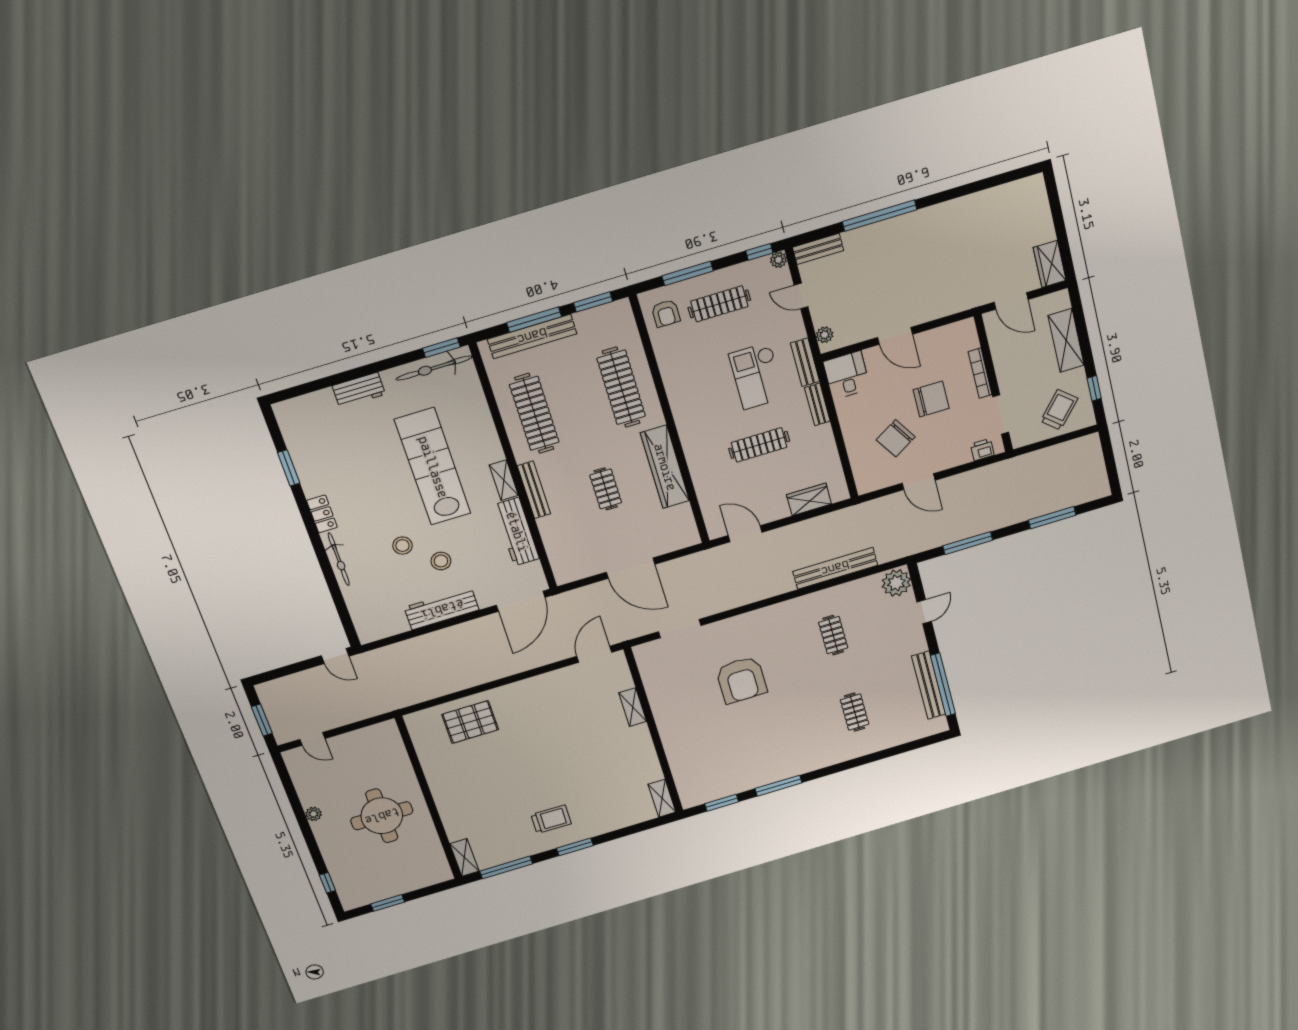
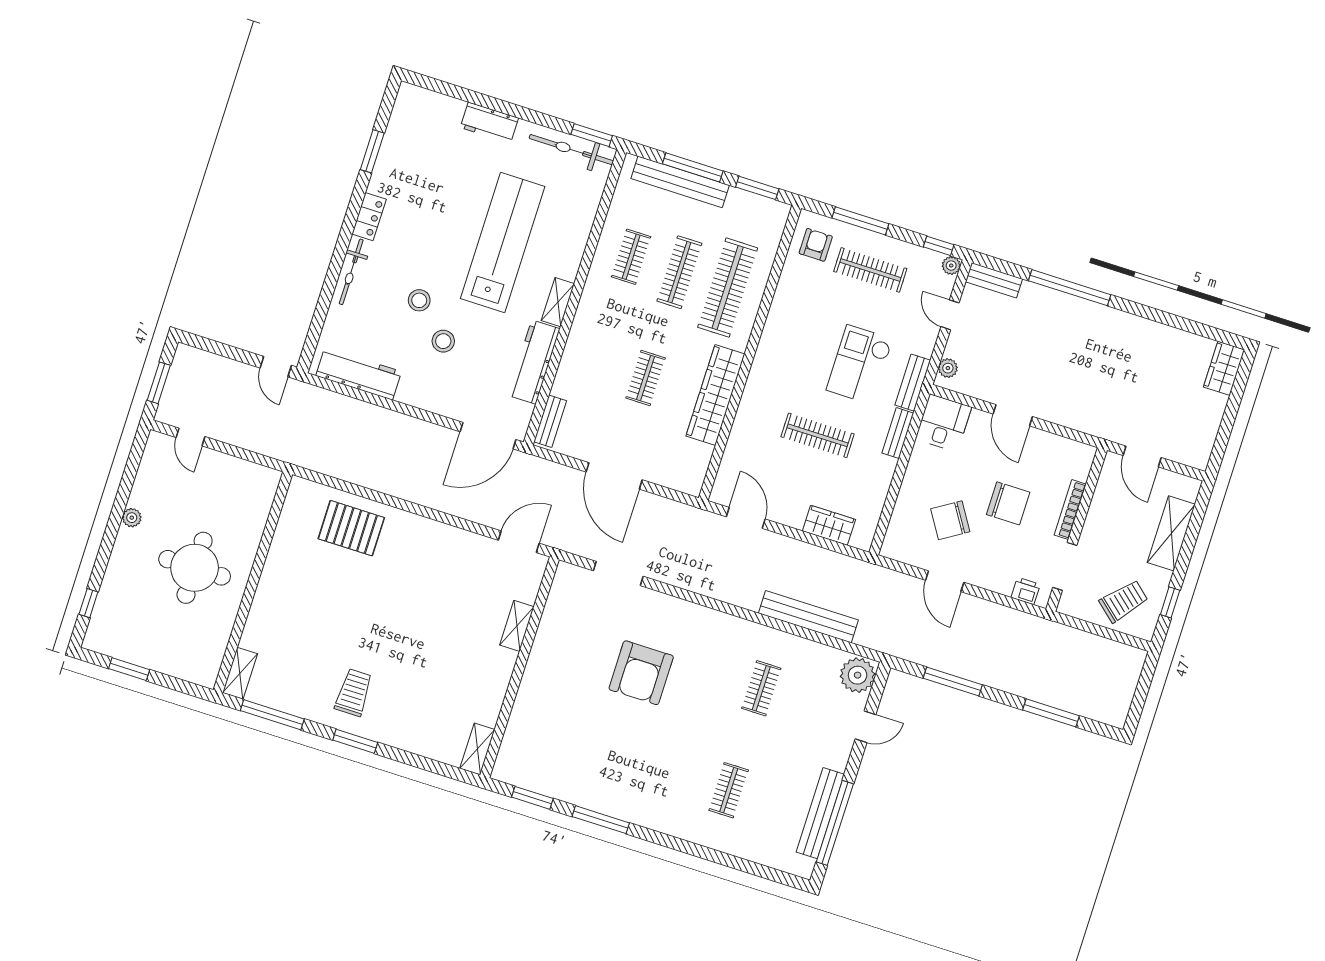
wardrobe: (1050, 264) -> (1224, 368), moved
armchair: (666, 313) -> (816, 245), turned 180
clothes rail: (578, 400) -> (679, 272), added
clothes rail: (534, 413) -> (631, 257), width x0.54, depth x0.76
bench: (534, 490) -> (550, 421), moved, width x0.73
workbench: (442, 609) -> (359, 374), moved
trolley: (551, 819) -> (354, 693), turned -91

